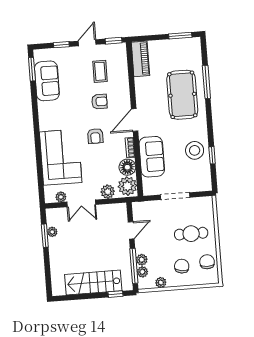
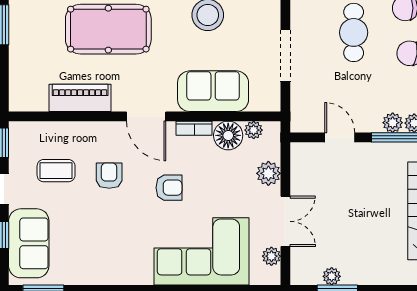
piano: (140, 59) -> (80, 98), moved
sofa: (47, 81) -> (29, 243), moved, turned 90
plant: (127, 186) -> (254, 130), width x0.53, depth x0.53

